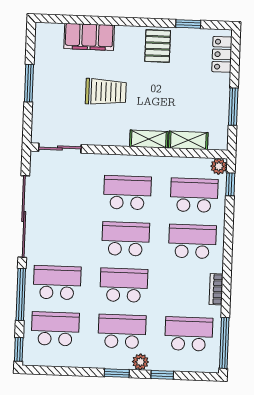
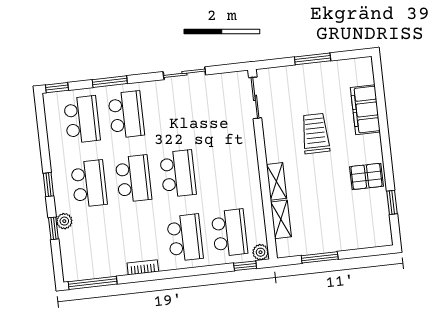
locker: (222, 54) -> (368, 239), removed
trolley: (106, 92) -> (315, 133), turned 180
school desk: (127, 193) -> (222, 169), removed
sliding door: (24, 217) -> (184, 73), width x0.54
window: (21, 294) -> (110, 82), width x0.69
school desk: (189, 334) -> (96, 248), removed
plant: (140, 362) -> (64, 221), moved

